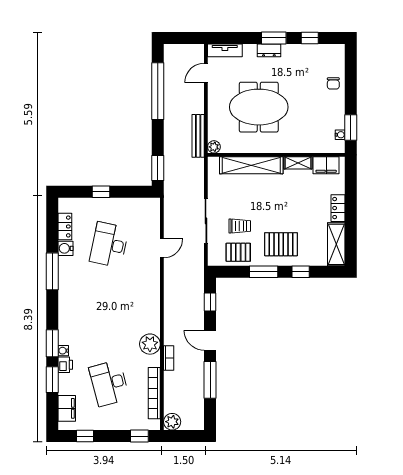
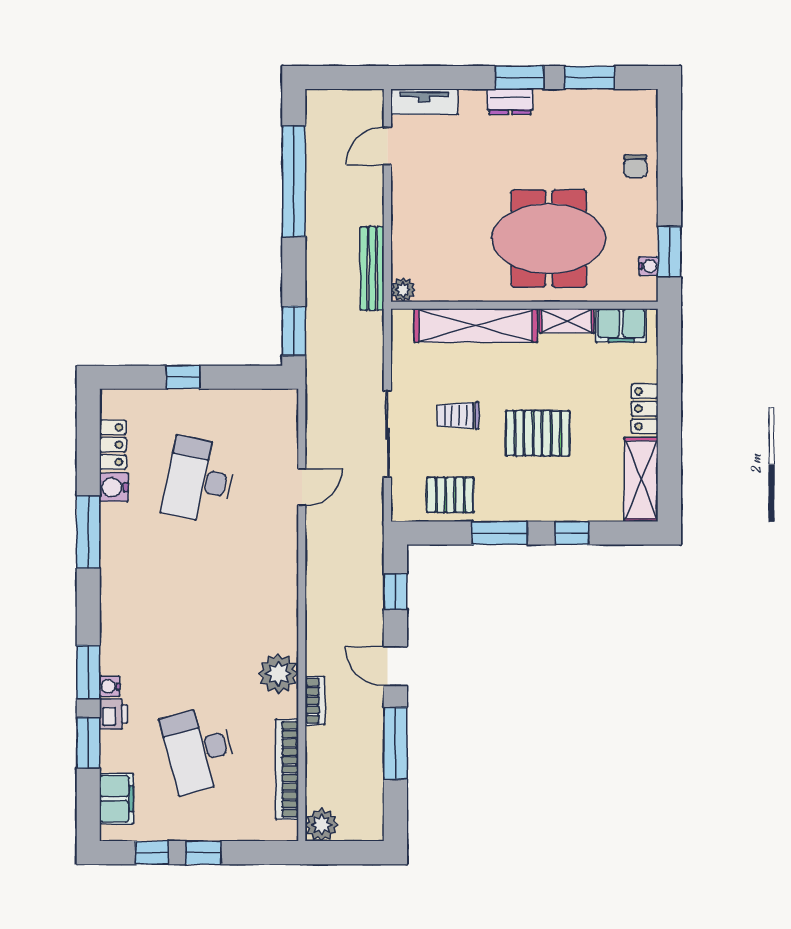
window: (310, 38) -> (590, 78), width x1.50
meeting table: (259, 107) -> (549, 239), moved
trolley: (240, 226) -> (458, 416), moved, turned 180
pallet: (281, 244) -> (538, 433), moved
window: (139, 436) -> (203, 853), moved

